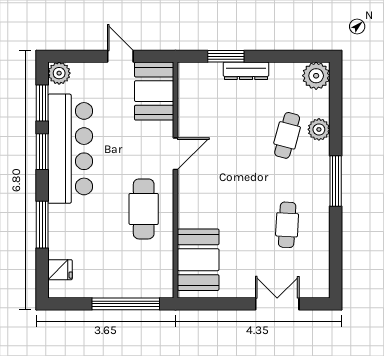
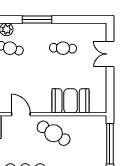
cafe table: (144, 209) -> (54, 133), turned 31
booth: (198, 260) -> (71, 101), moved

